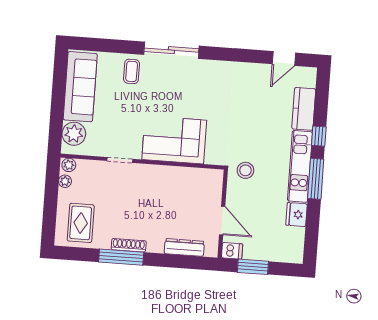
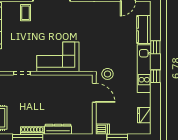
window: (316, 179) -> (155, 76), width x0.46
fridge: (297, 215) -> (144, 115), moved
door: (222, 221) -> (94, 93), moved
dresser: (184, 247) -> (58, 129), moved

